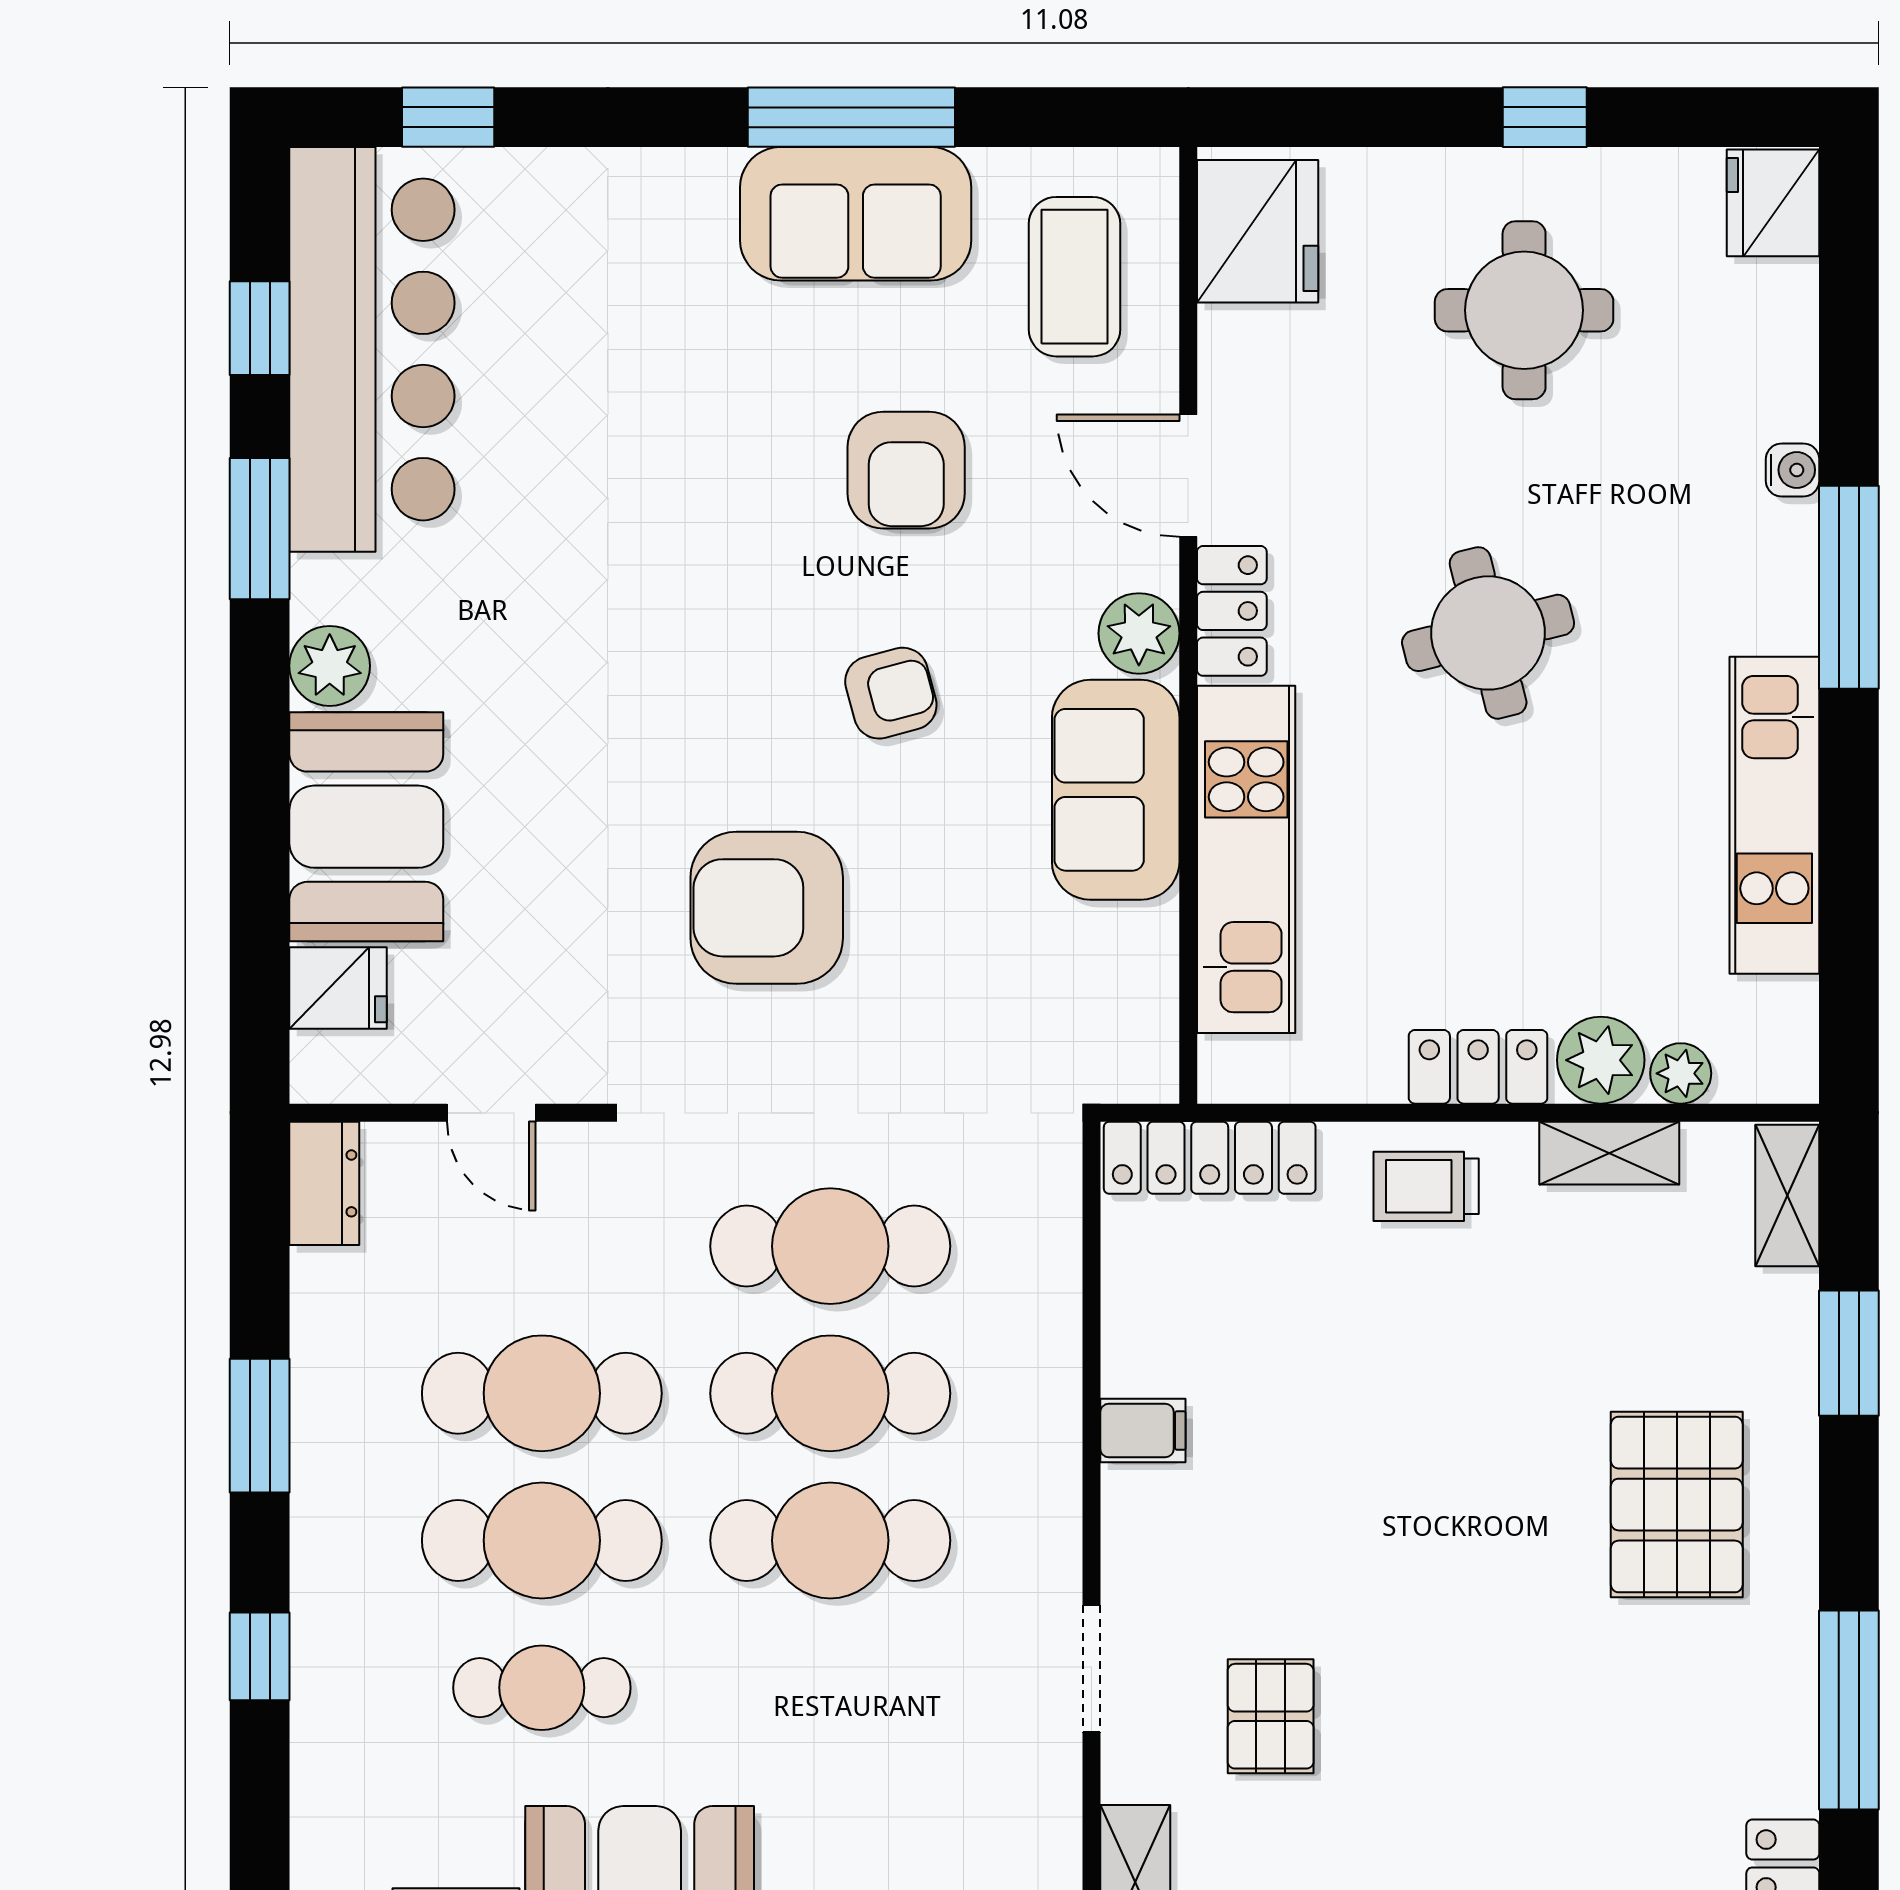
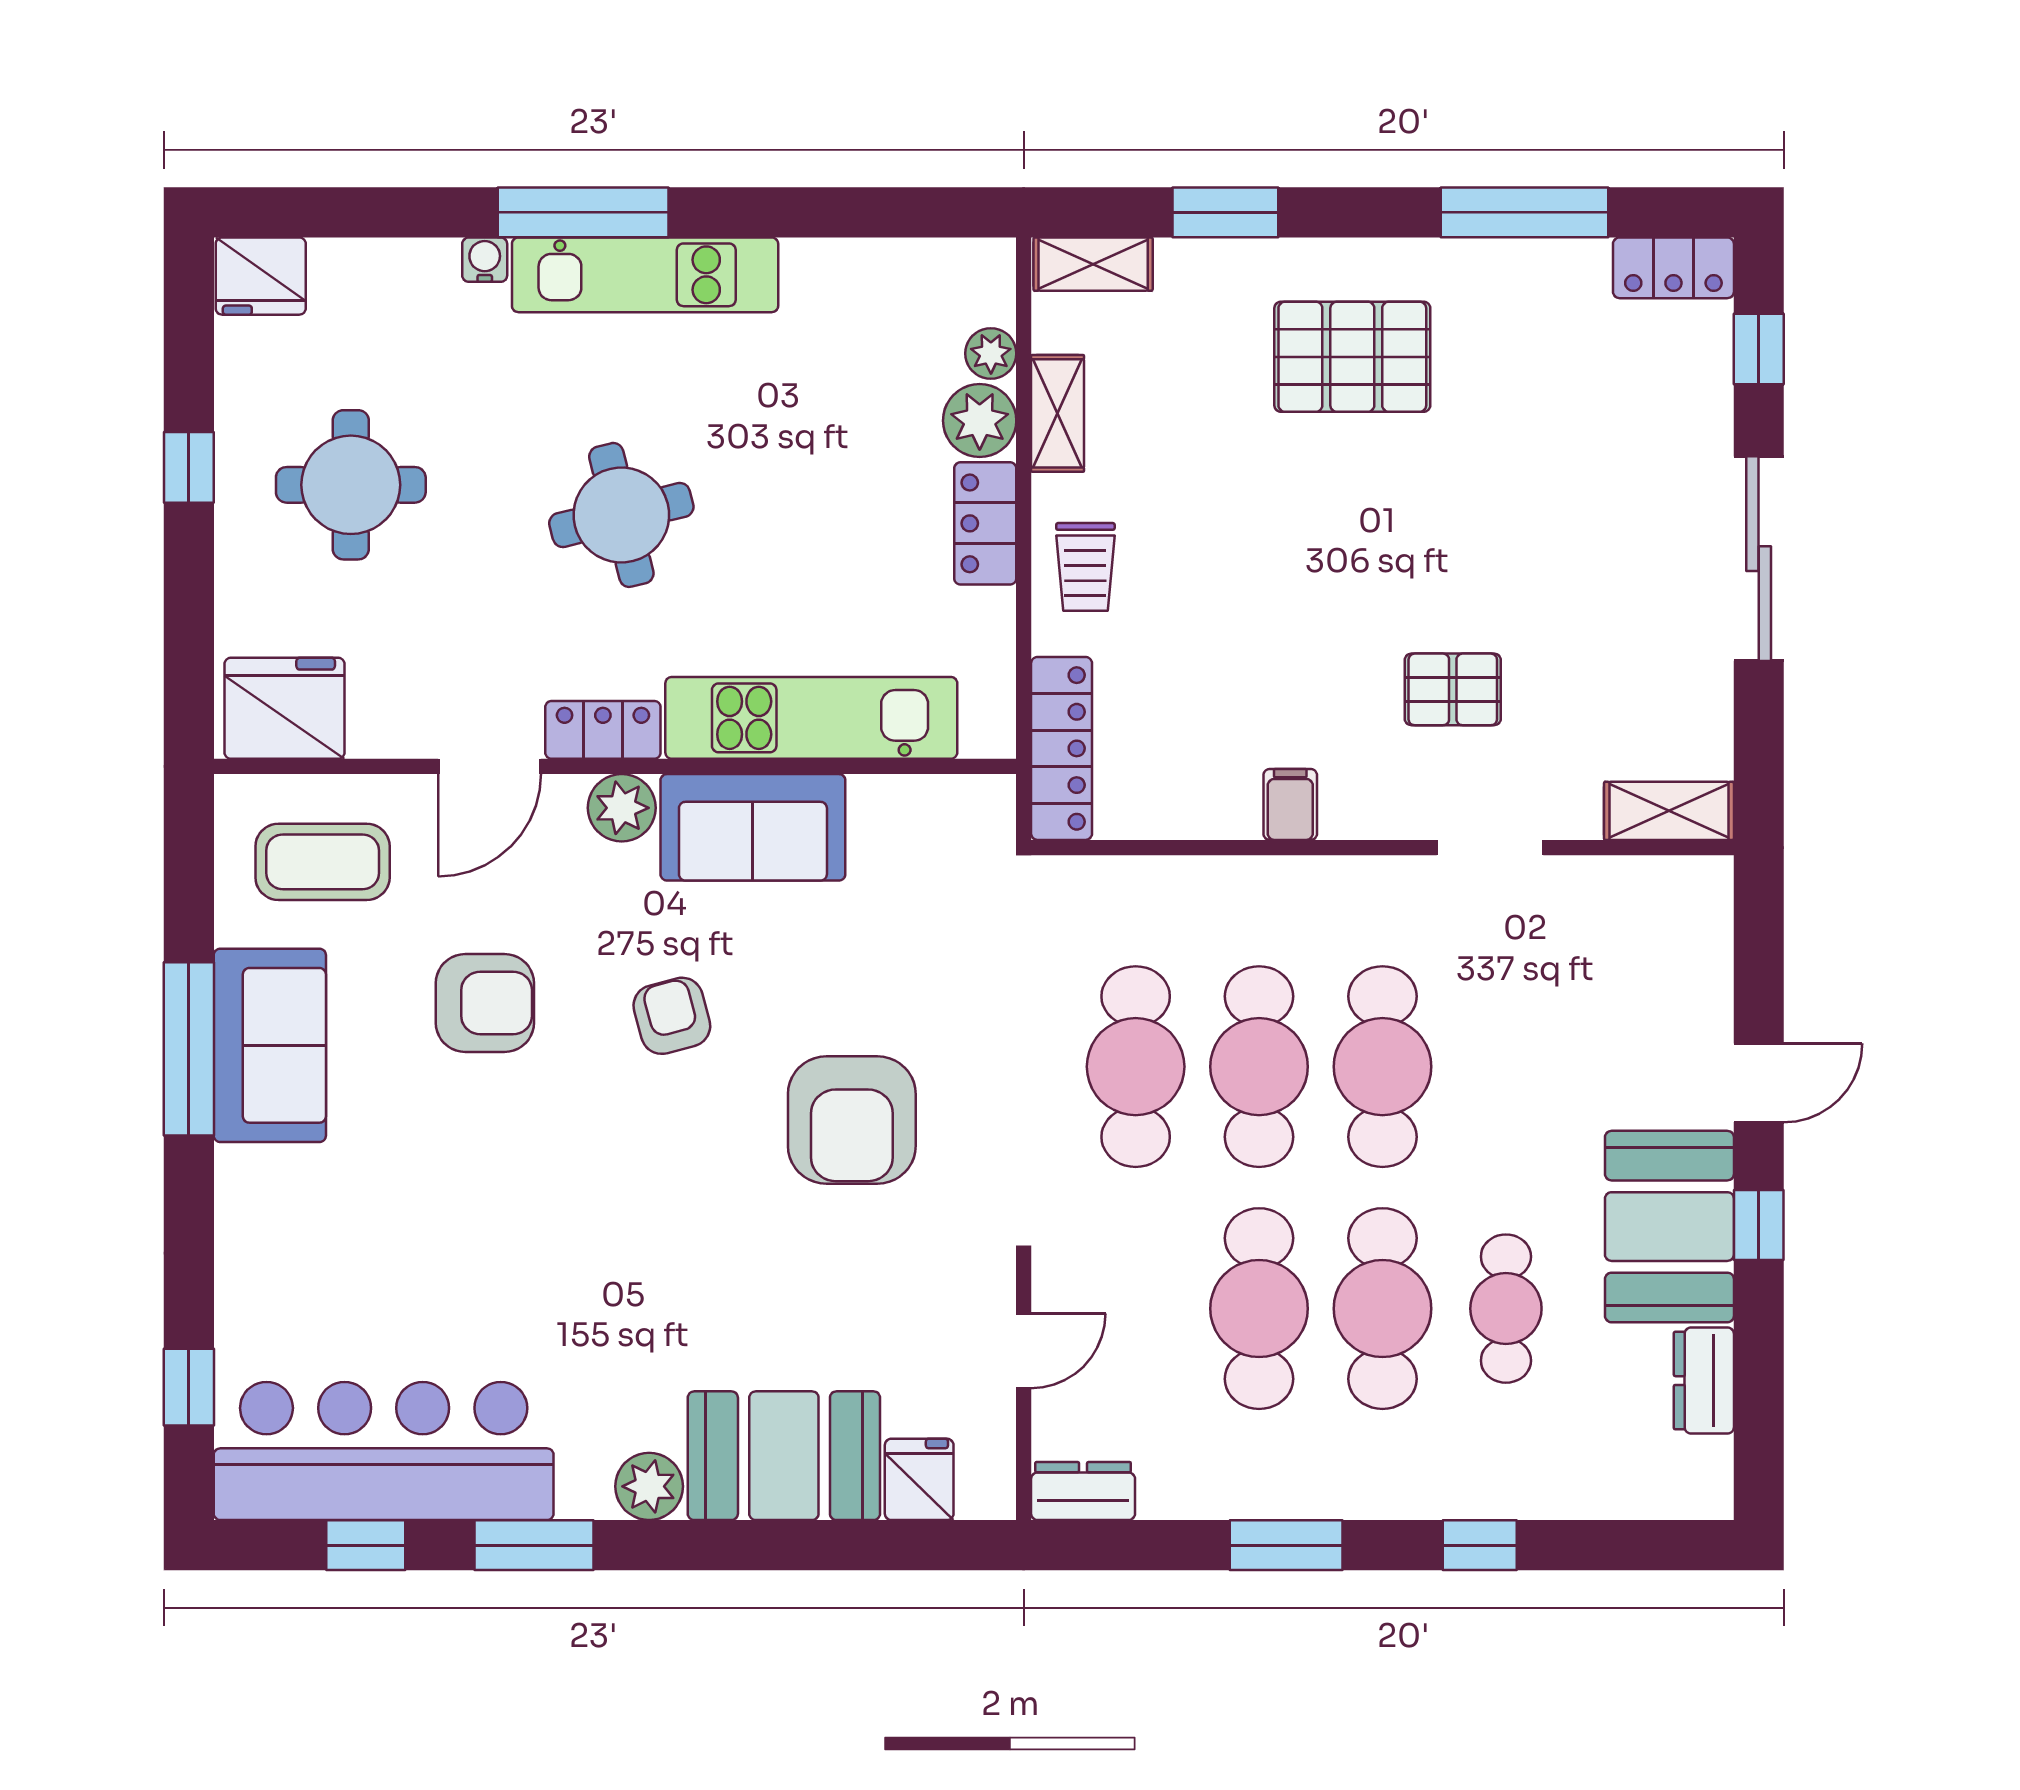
kitchen unit: (1774, 815) -> (645, 275), moved
pallet: (1271, 1716) -> (1453, 689), moved

